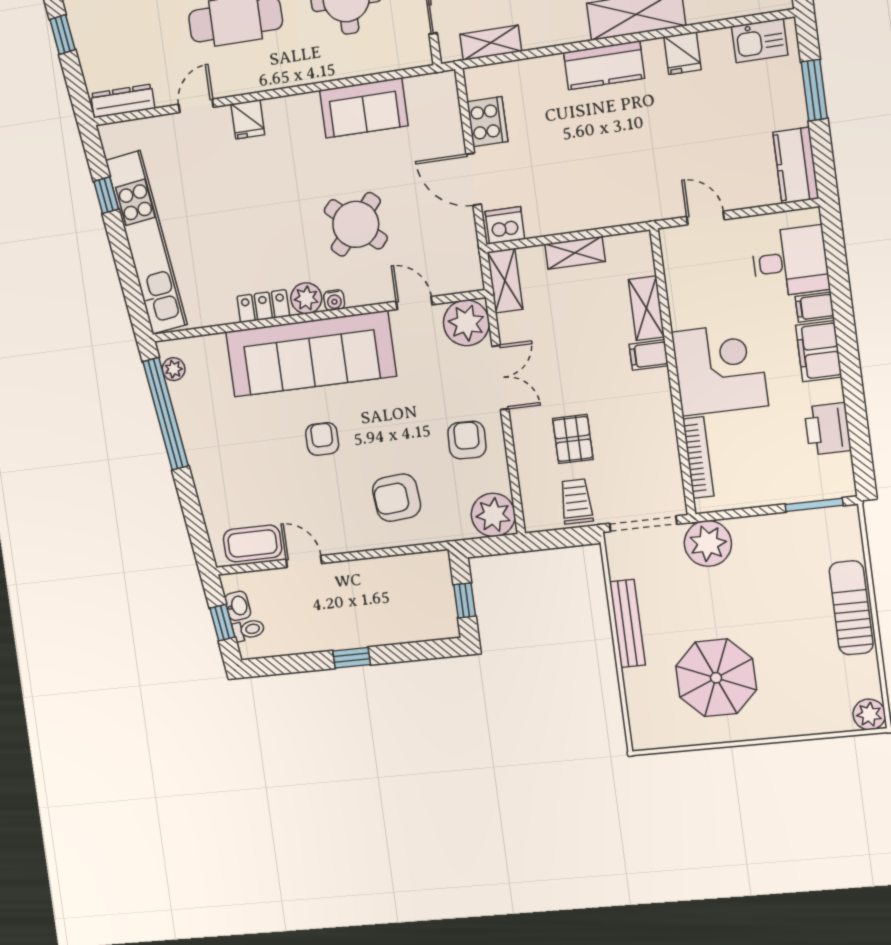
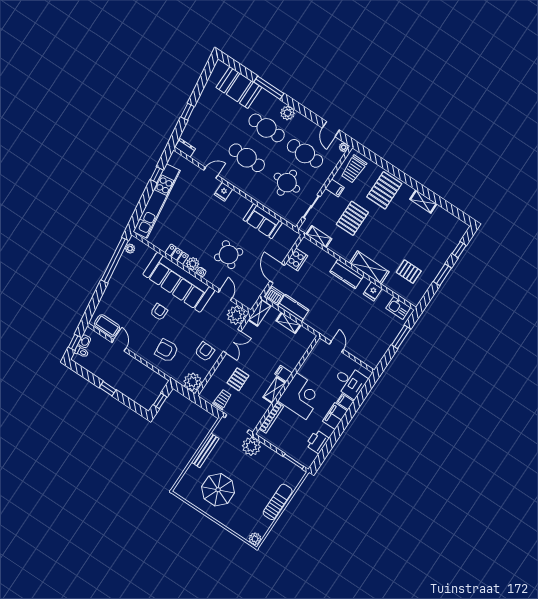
dresser: (123, 101) -> (185, 148), width x0.70
kitchen counter: (796, 165) -> (293, 308), moved, turned 90
shelving: (646, 308) -> (274, 390), moved

